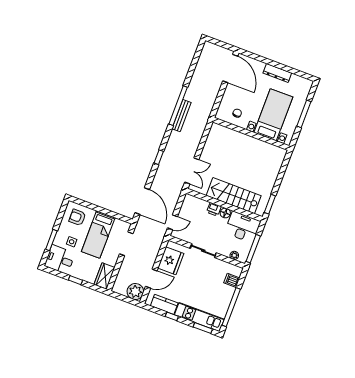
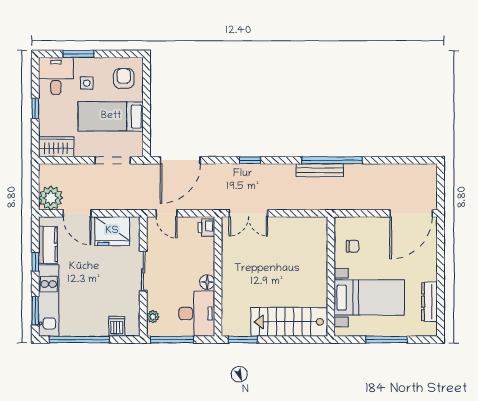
dresser: (277, 73) -> (429, 302), moved
stairs: (234, 196) -> (289, 322), moved, turned -90
printer: (214, 209) -> (207, 228), moved

